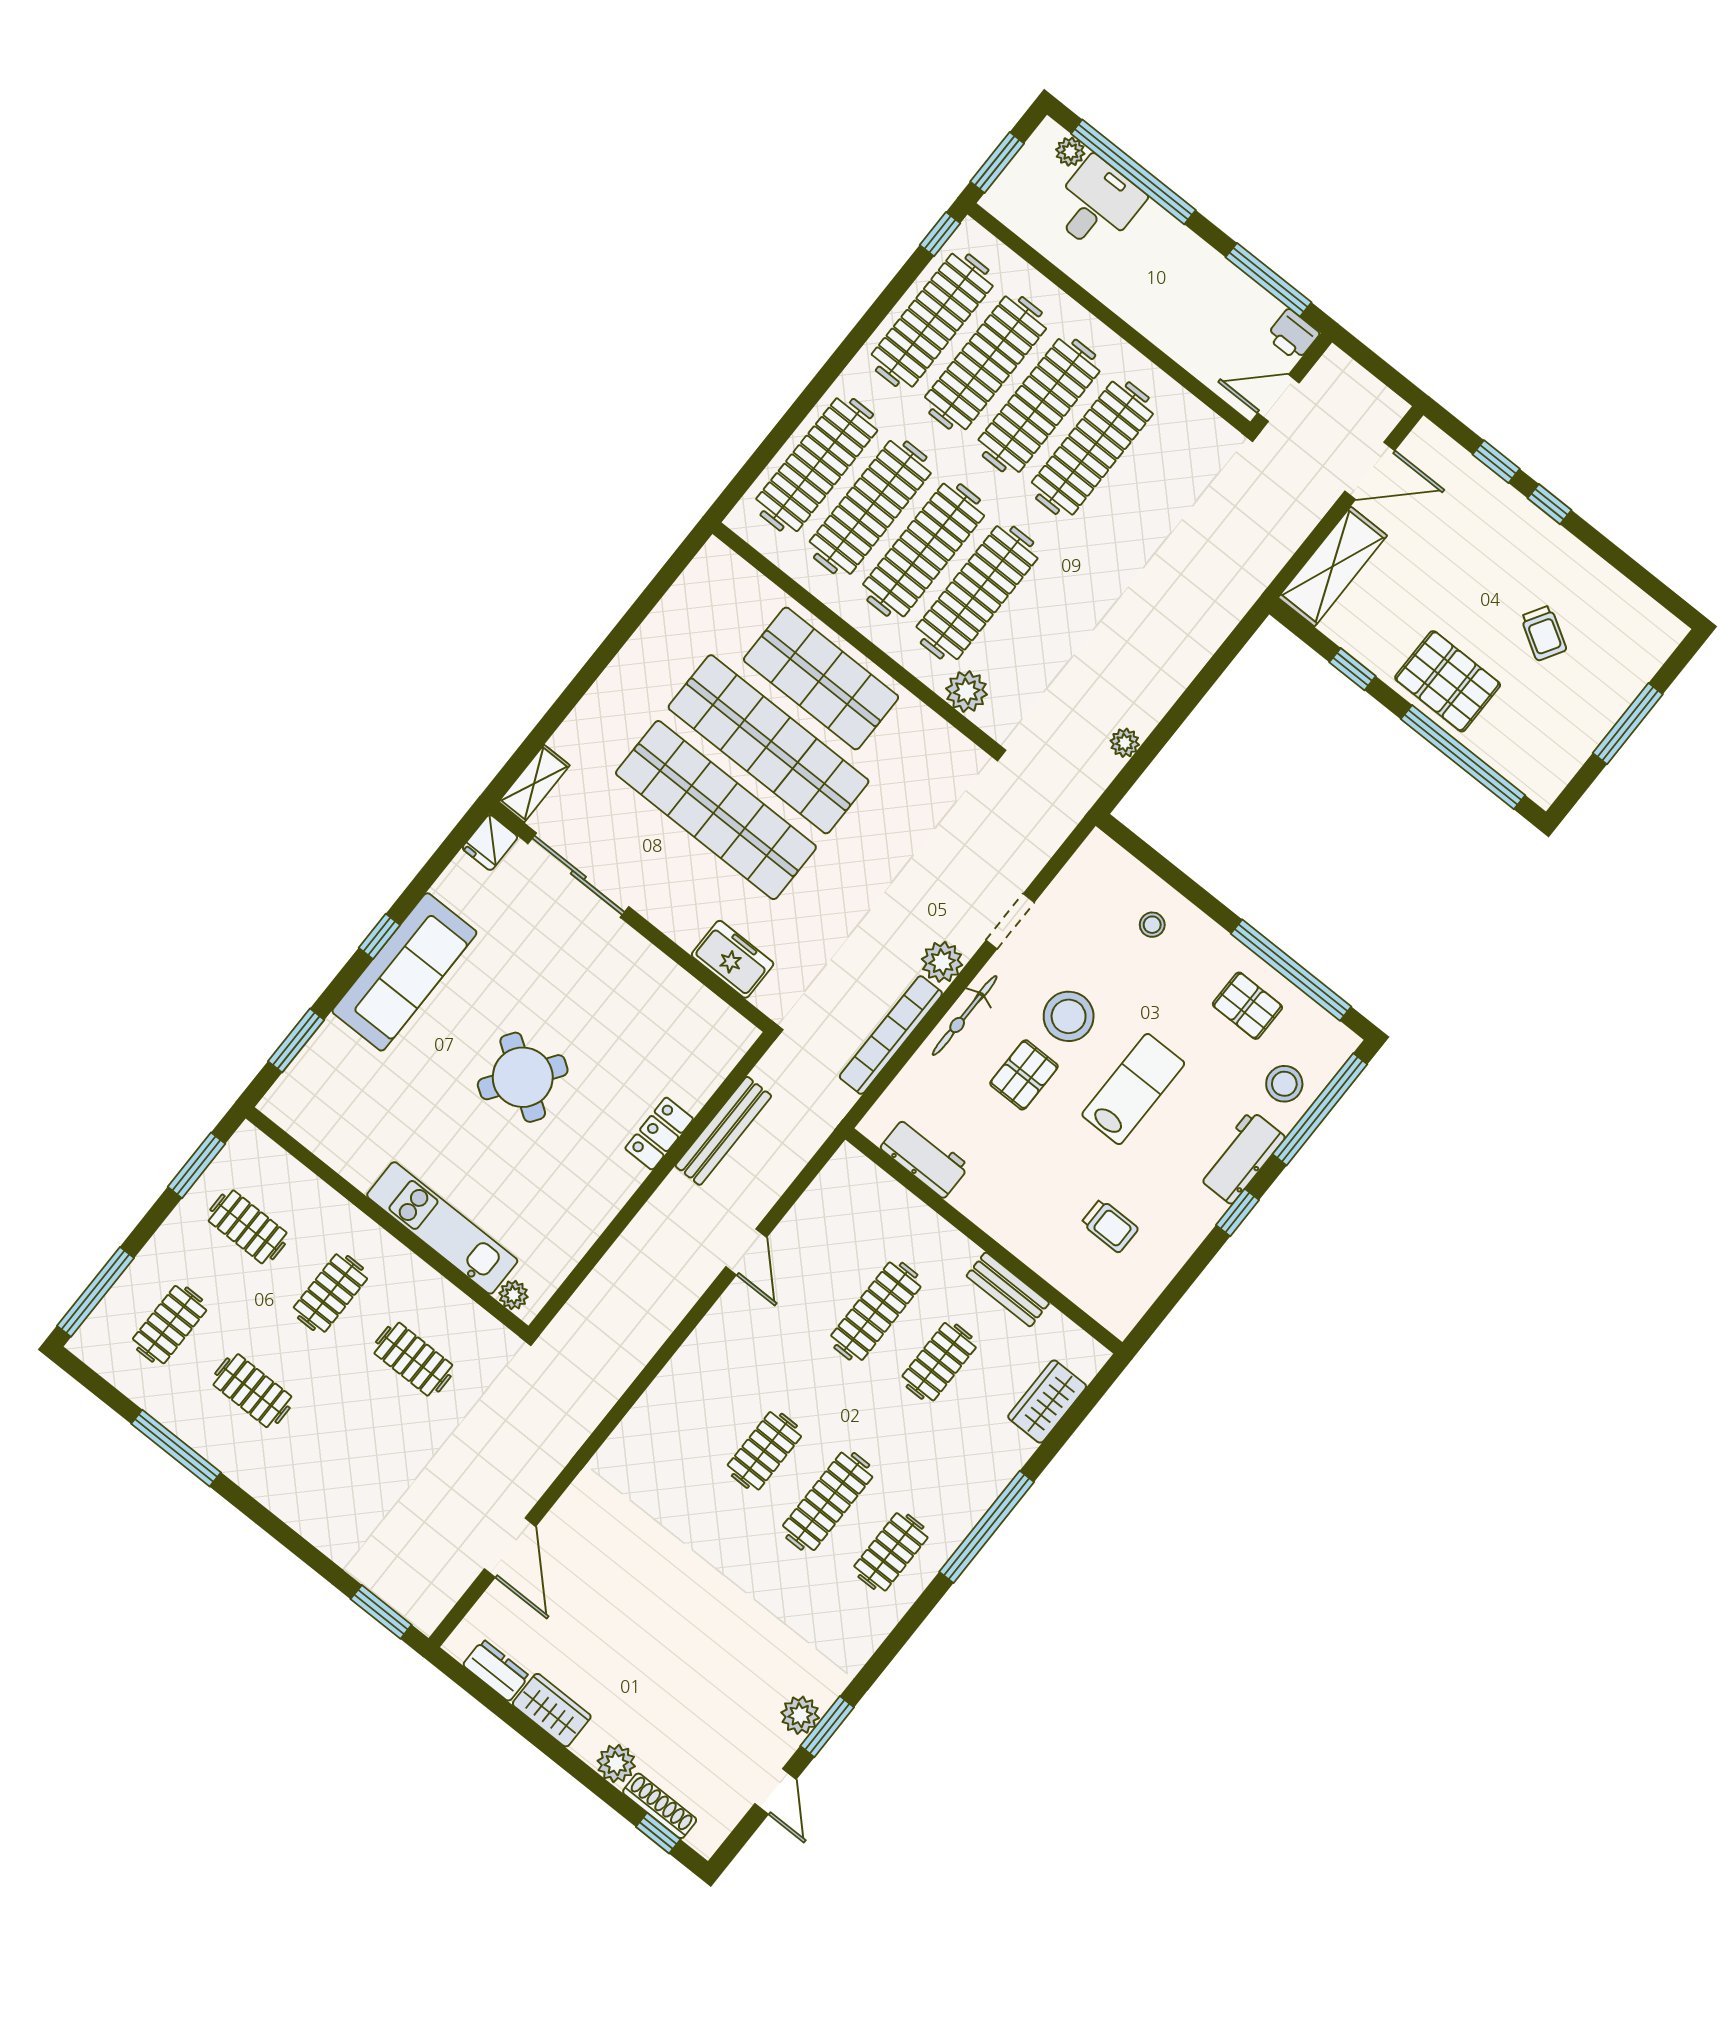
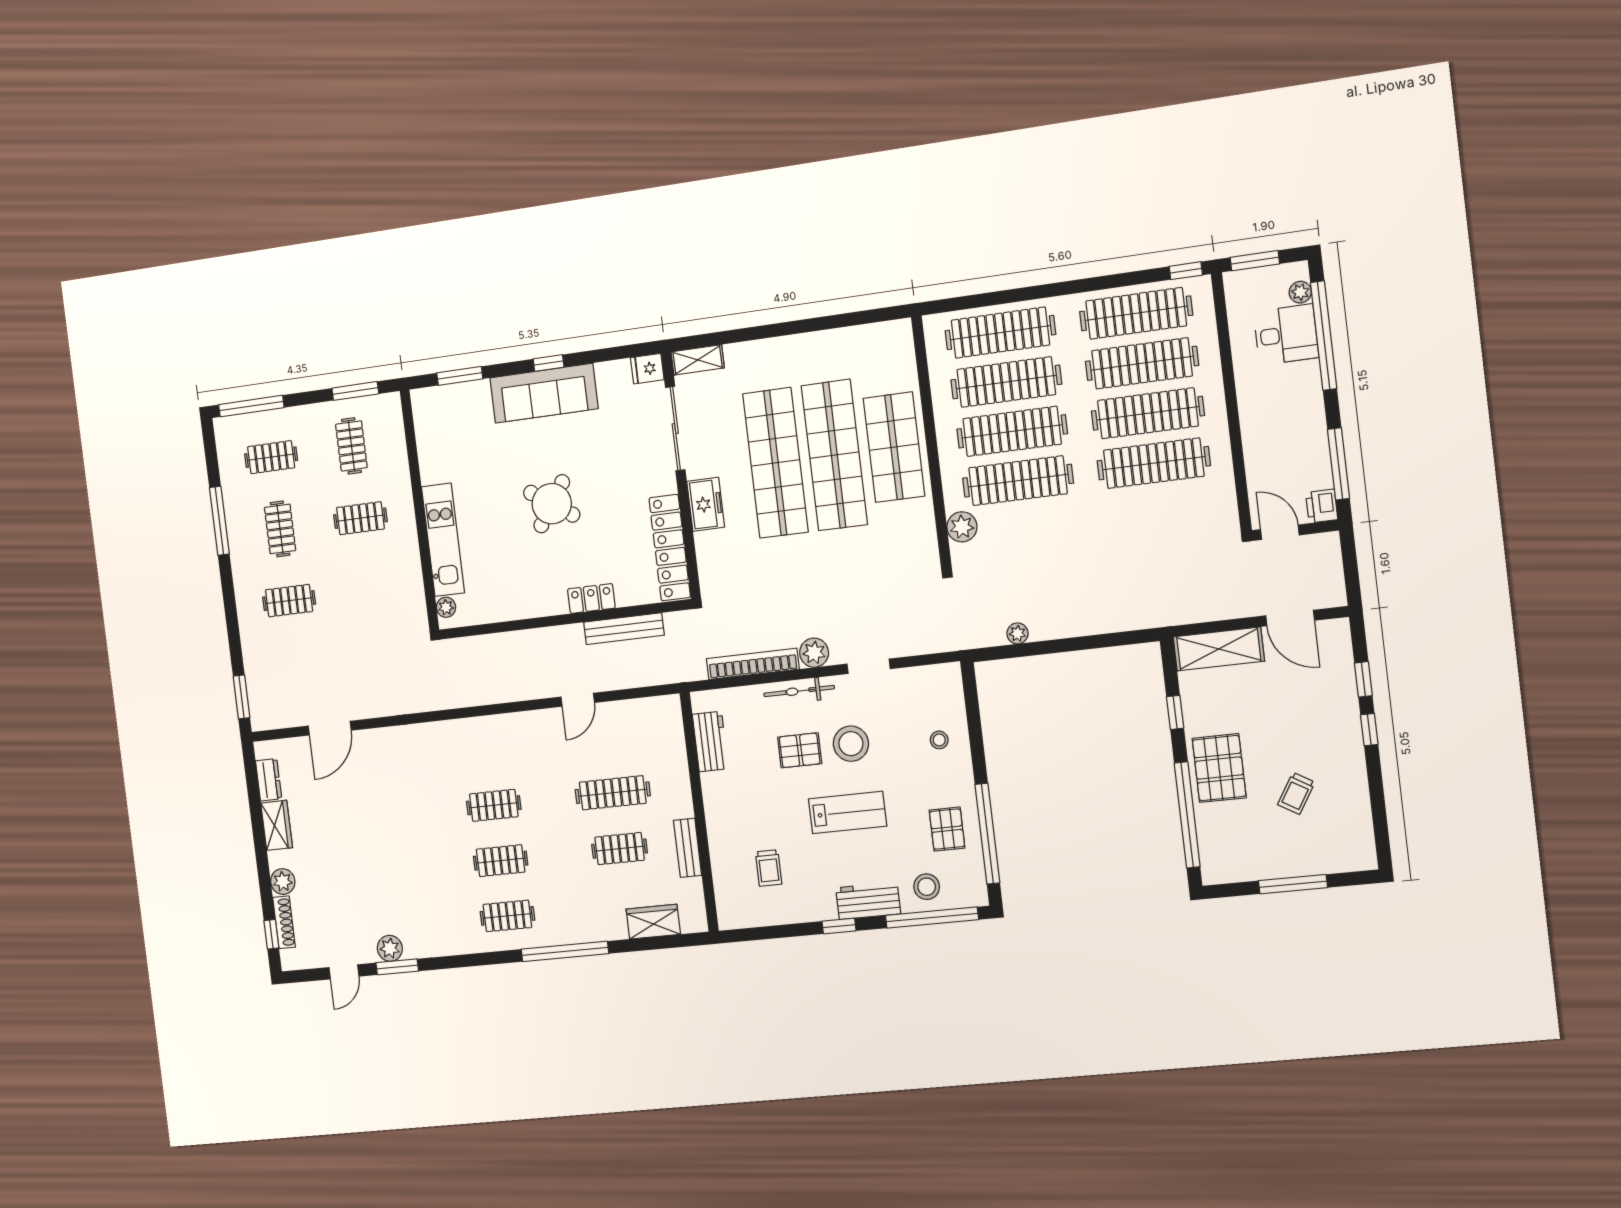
freezer: (733, 959) -> (706, 504), moved
locker: (690, 1001) -> (670, 548), added
clothes rail: (413, 1359) -> (289, 601), moved, turned 90
clothes rail: (828, 1501) -> (501, 861), width x0.73

